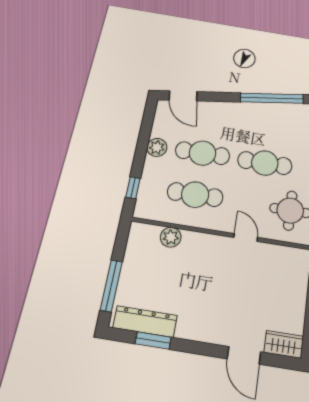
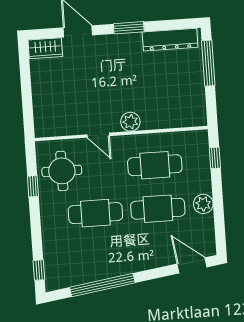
plant: (171, 237) -> (130, 122), moved
window: (153, 340) -> (129, 28), moved

